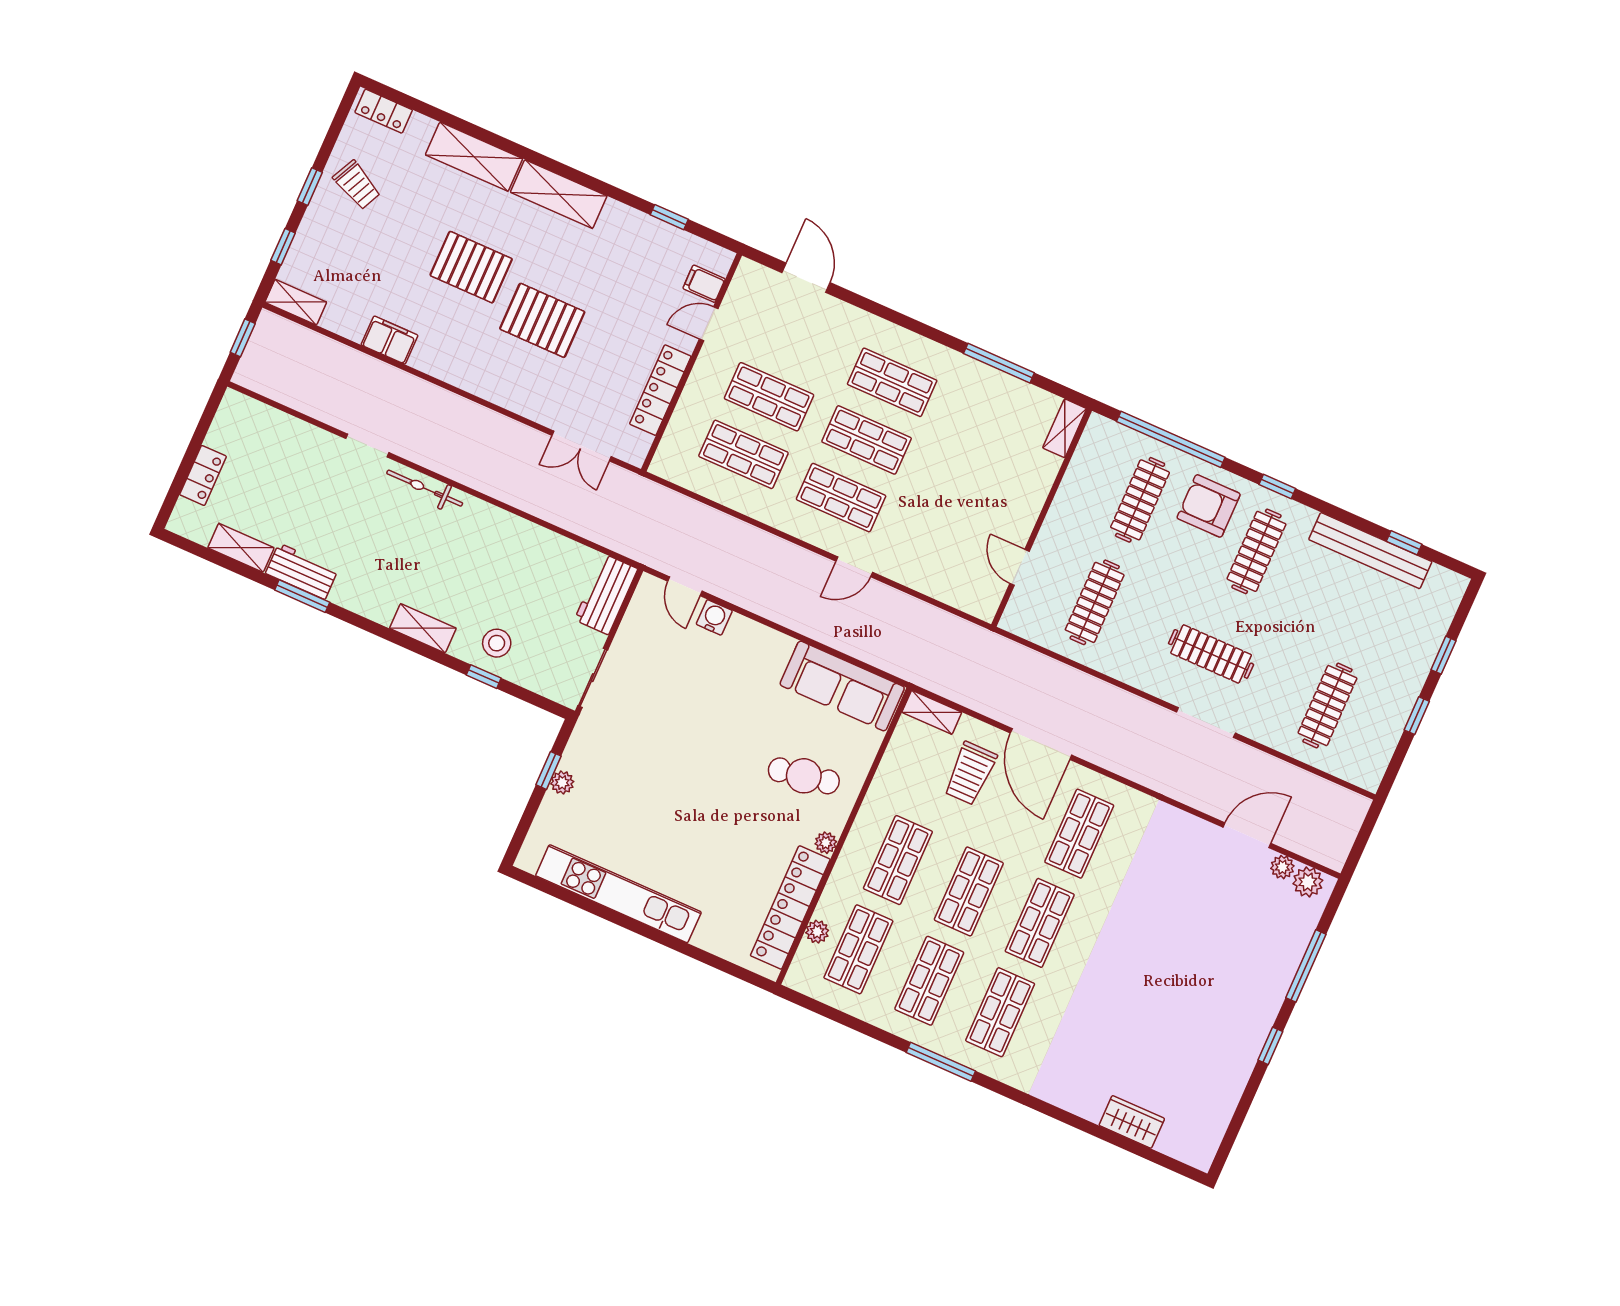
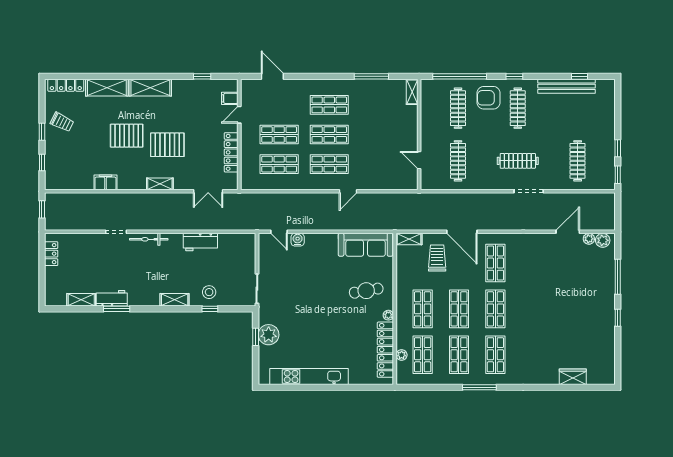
locker: (384, 111) -> (66, 85), width x1.53
shelving: (296, 302) -> (160, 184), moved
locker: (203, 475) -> (51, 254), moved
workbench: (606, 594) -> (200, 242), moved, turned -90
window: (1444, 655) -> (618, 175), moved
trolley: (970, 773) -> (437, 258), turned 180
plant: (562, 783) -> (269, 335), width x1.87, depth x1.87

